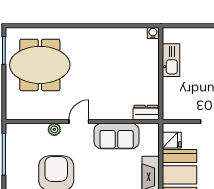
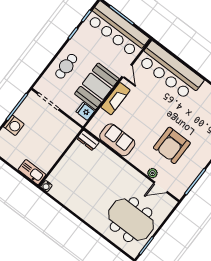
kitchen sink: (171, 60) -> (32, 172), moved, turned 90
door: (79, 121) -> (161, 187), moved

